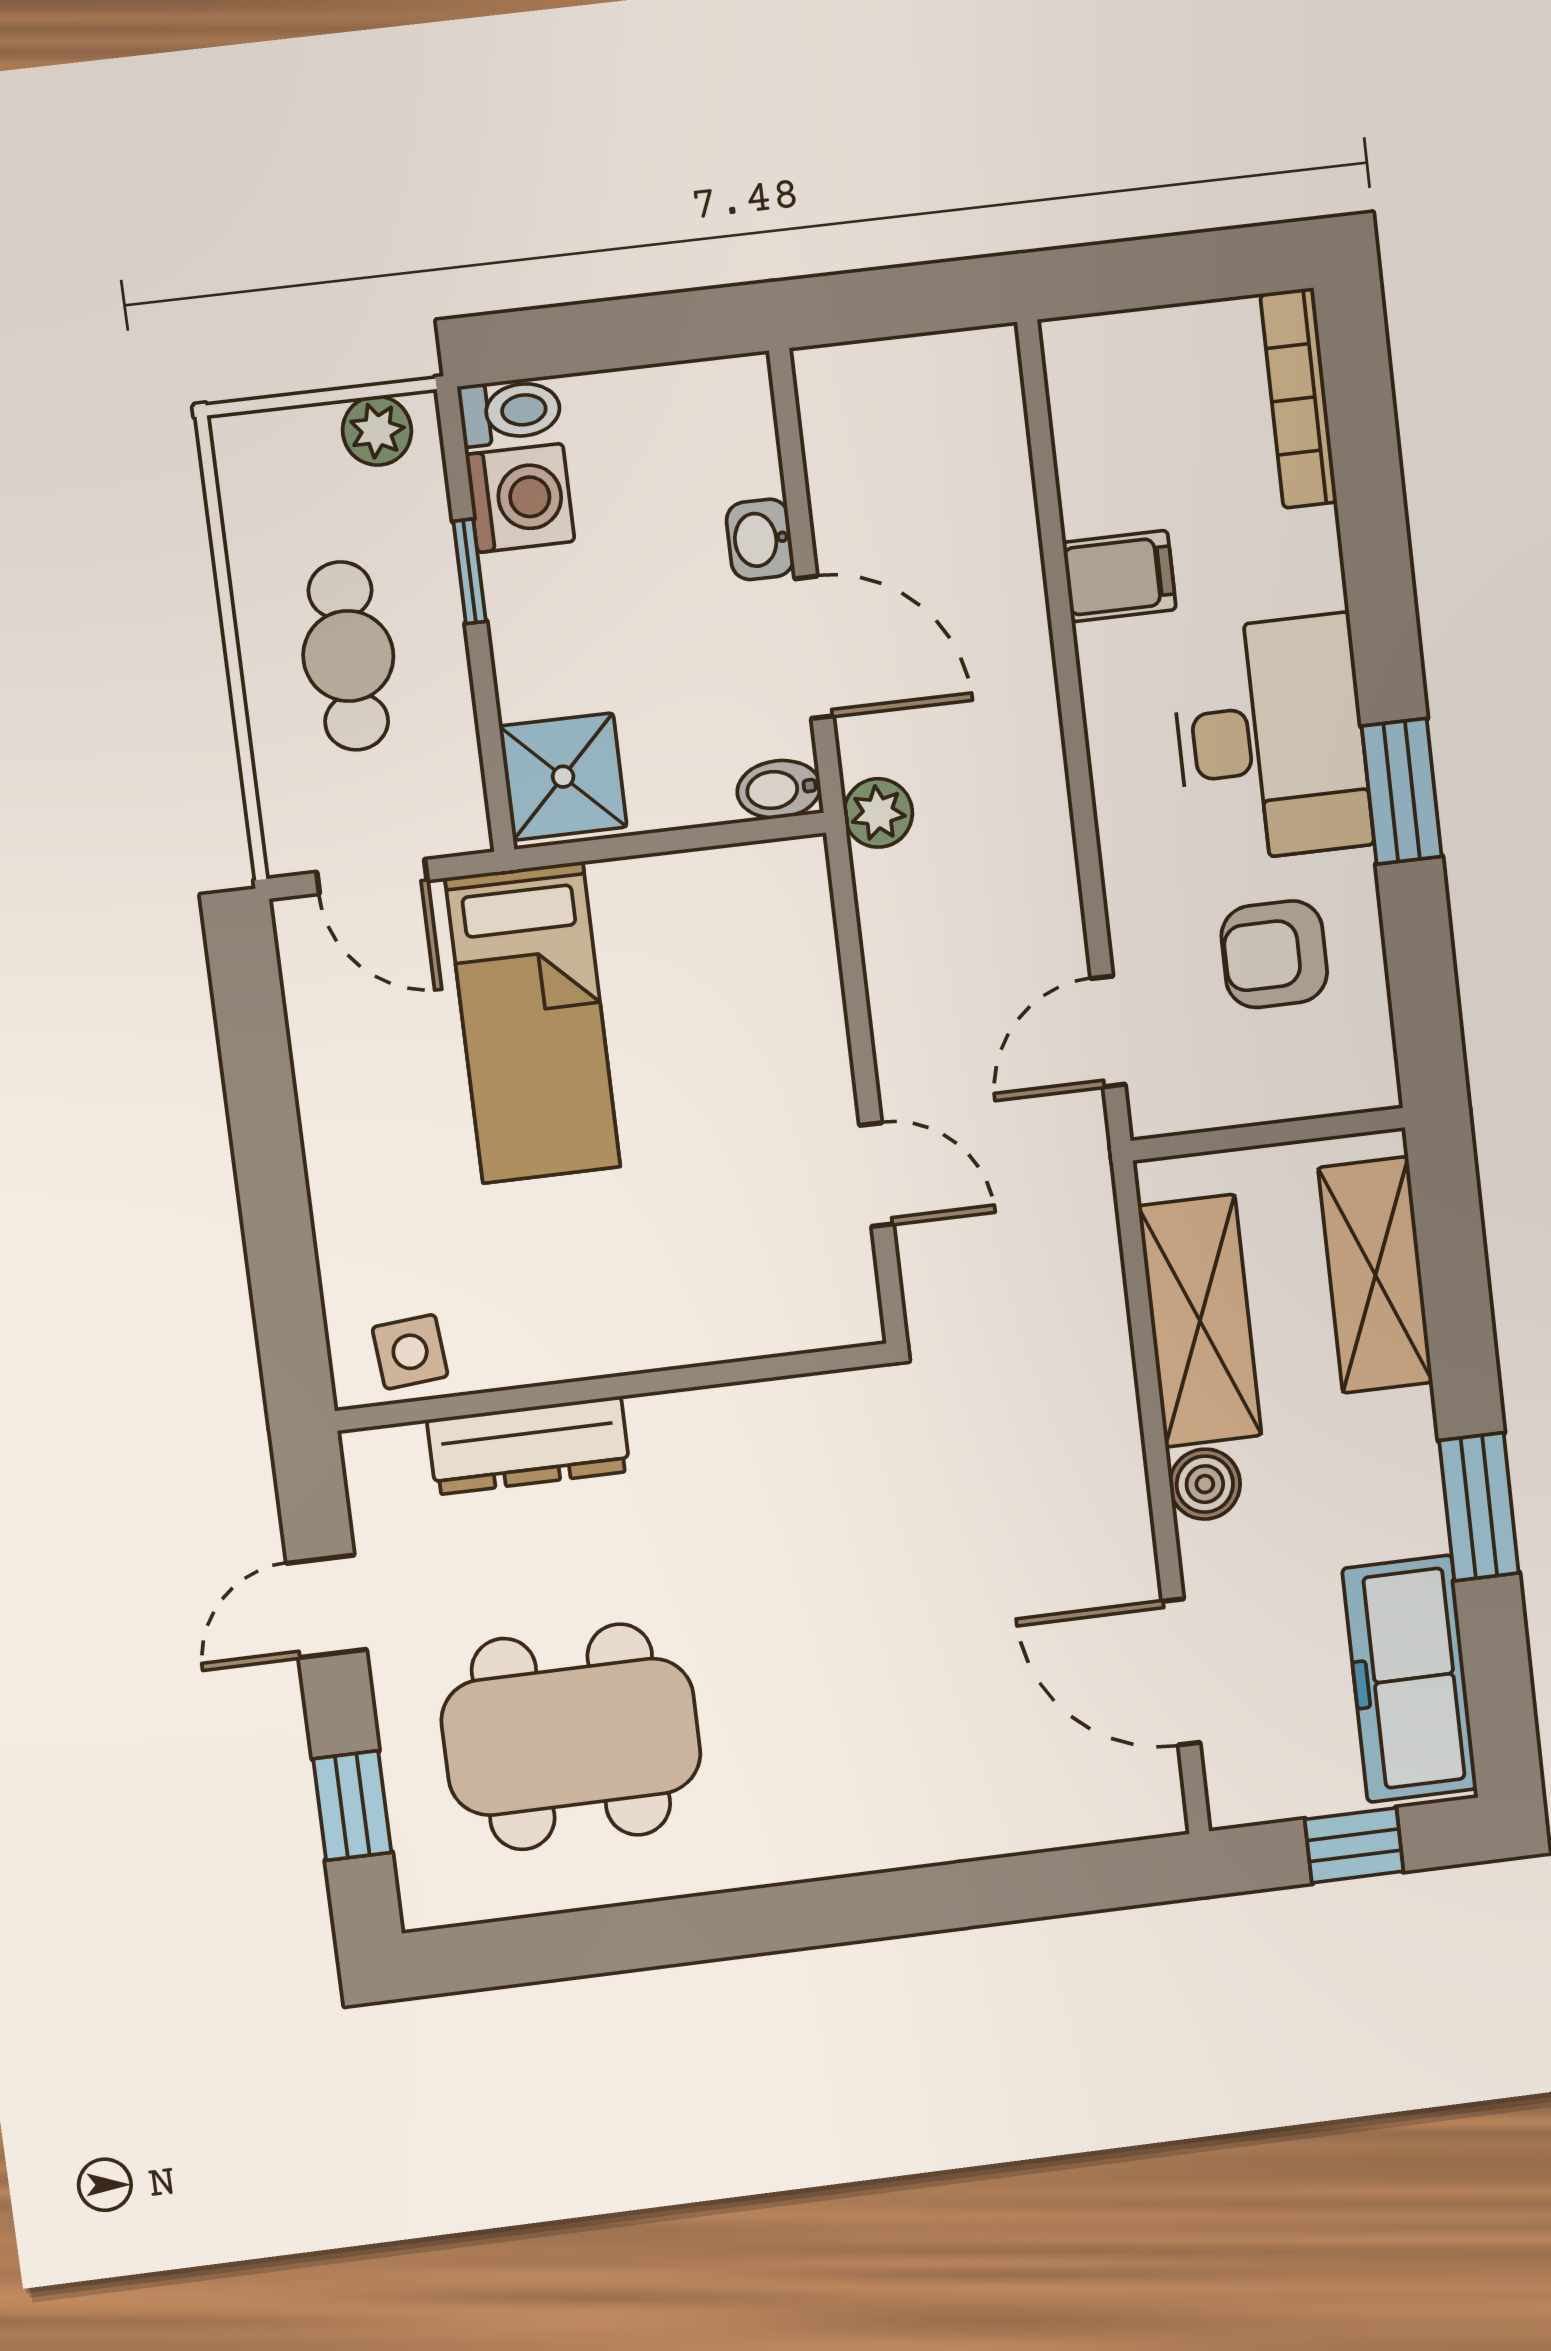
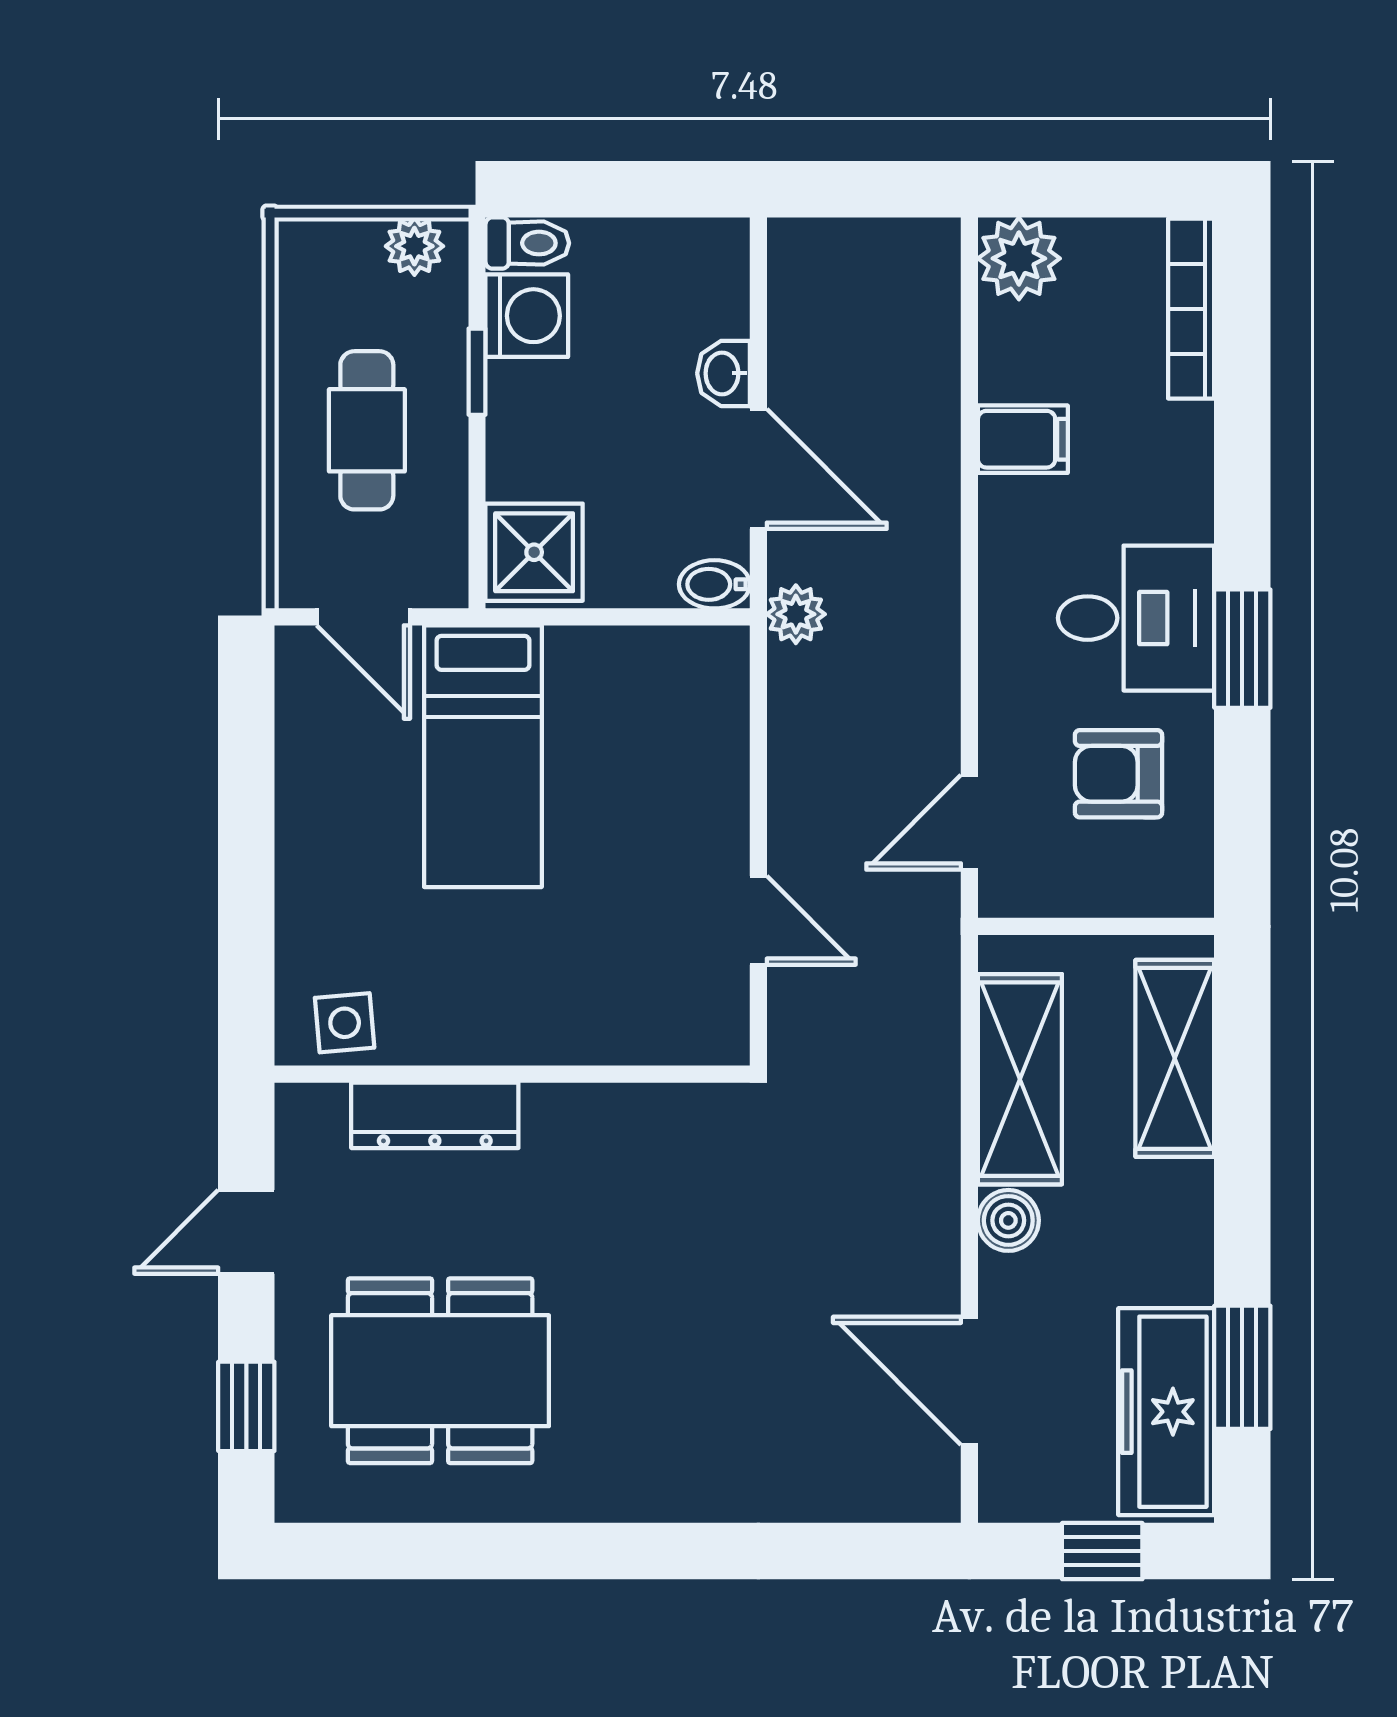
plant: (1091, 363) -> (1019, 258), added
desk: (1271, 739) -> (1136, 618), width x0.73
window: (1479, 1507) -> (1242, 1367), moved

